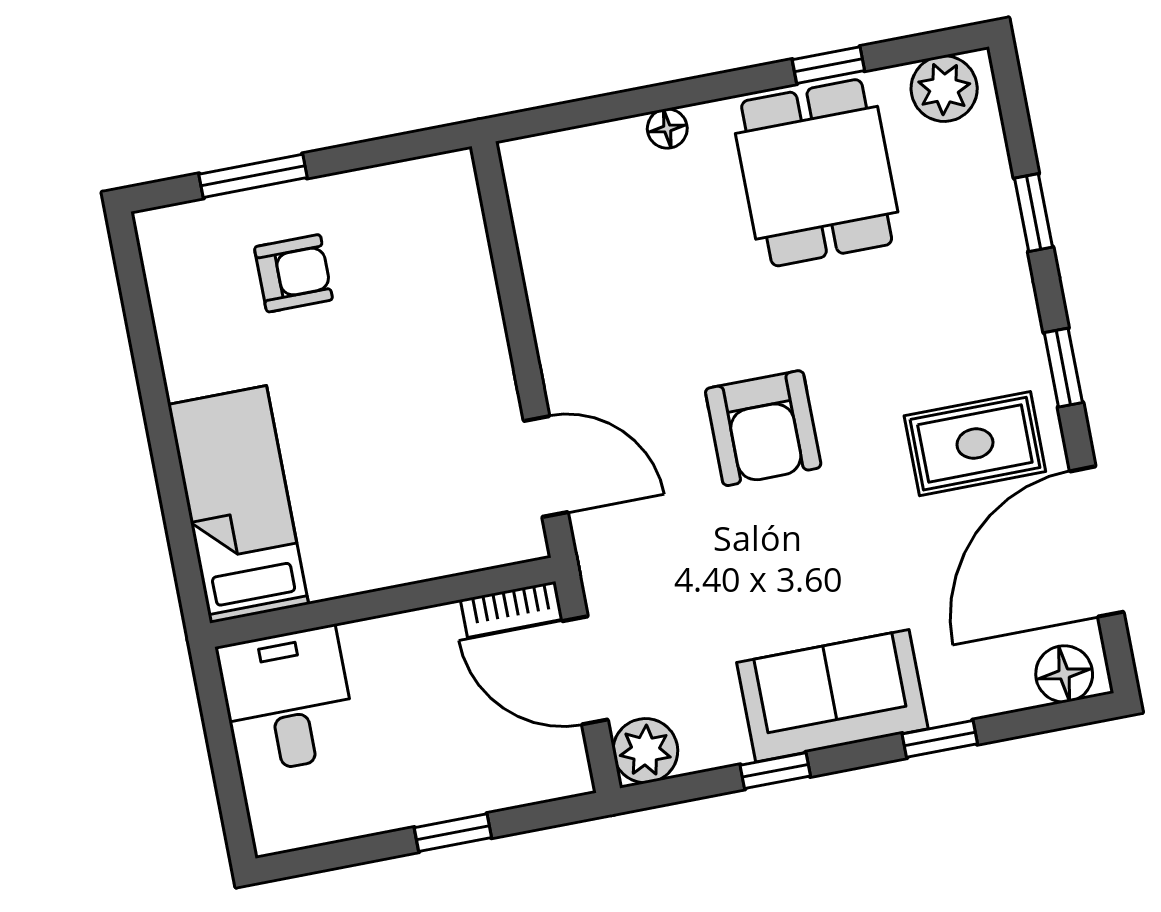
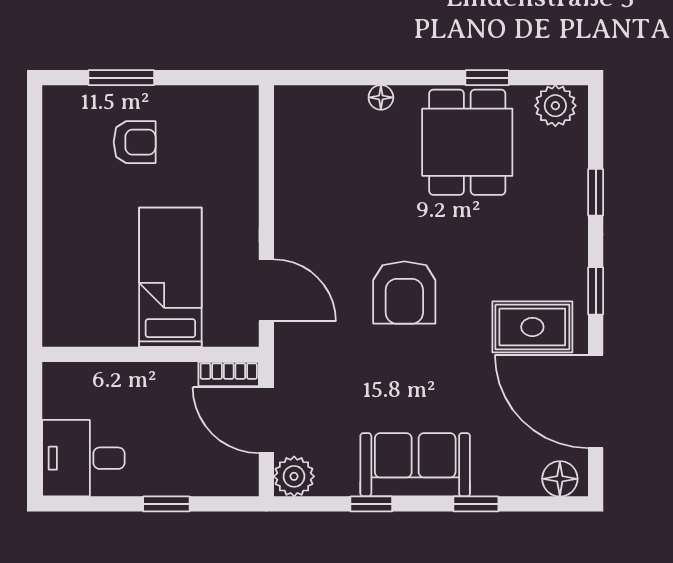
bed: (238, 504) -> (170, 277), moved
door: (1097, 542) -> (596, 401), hinge flipped
desk: (287, 700) -> (83, 458), moved, turned -90

